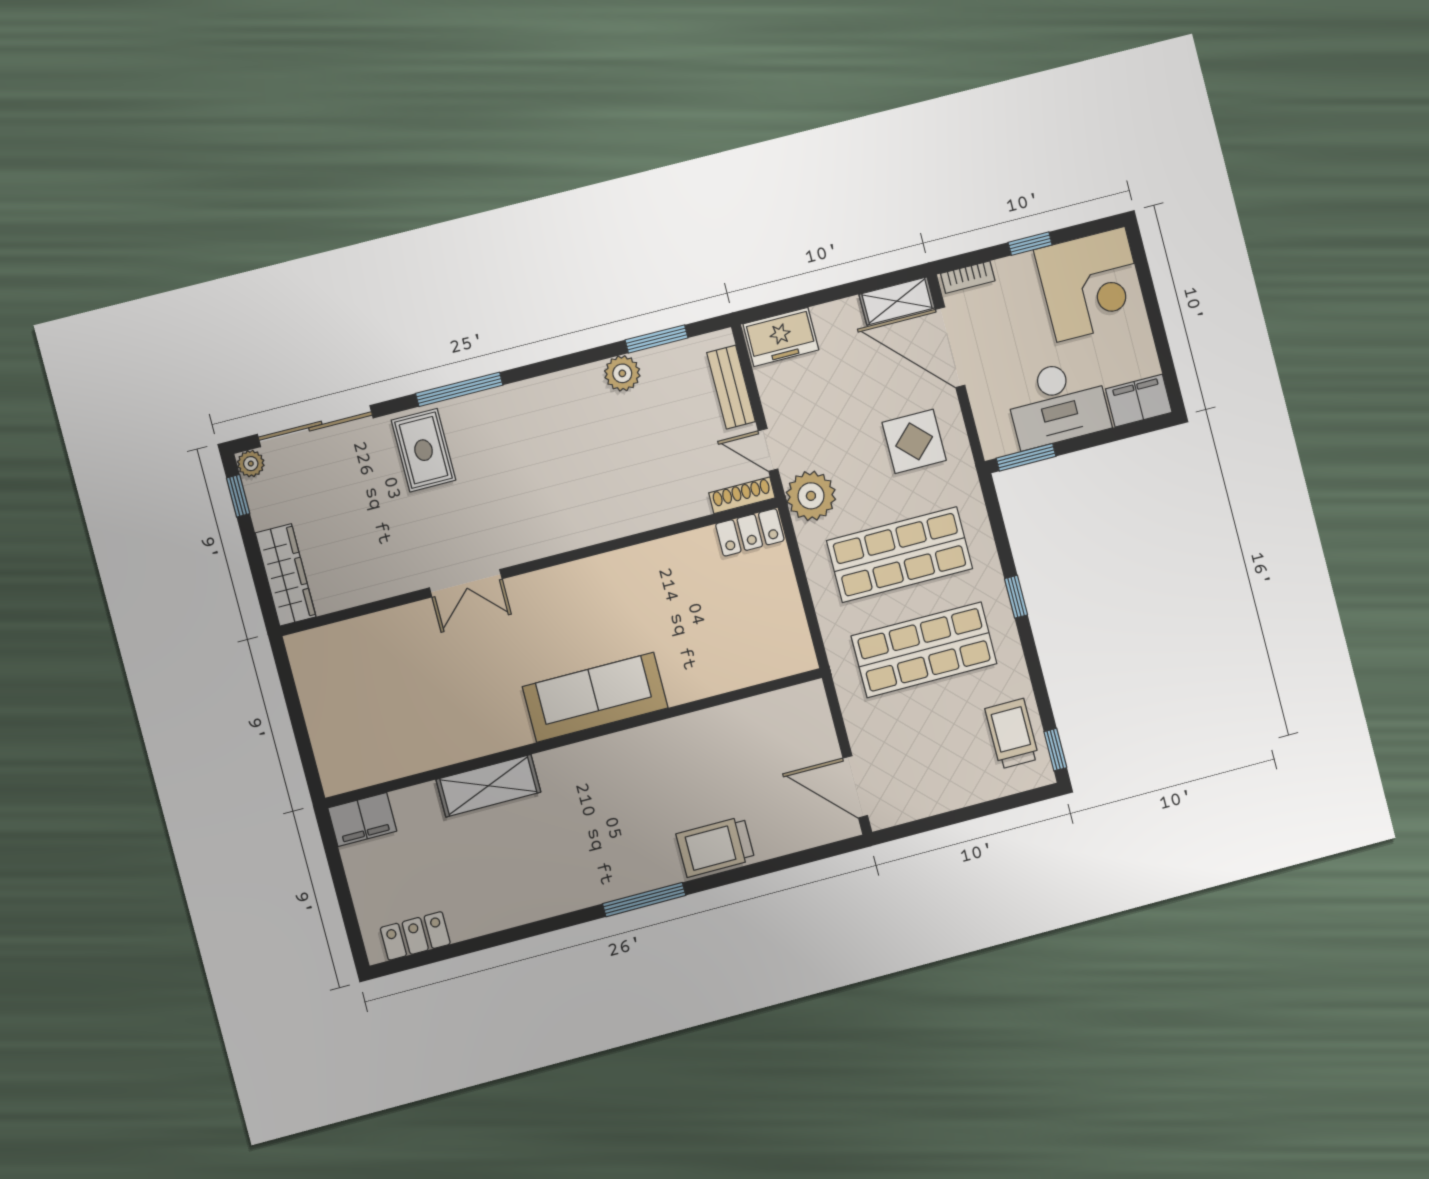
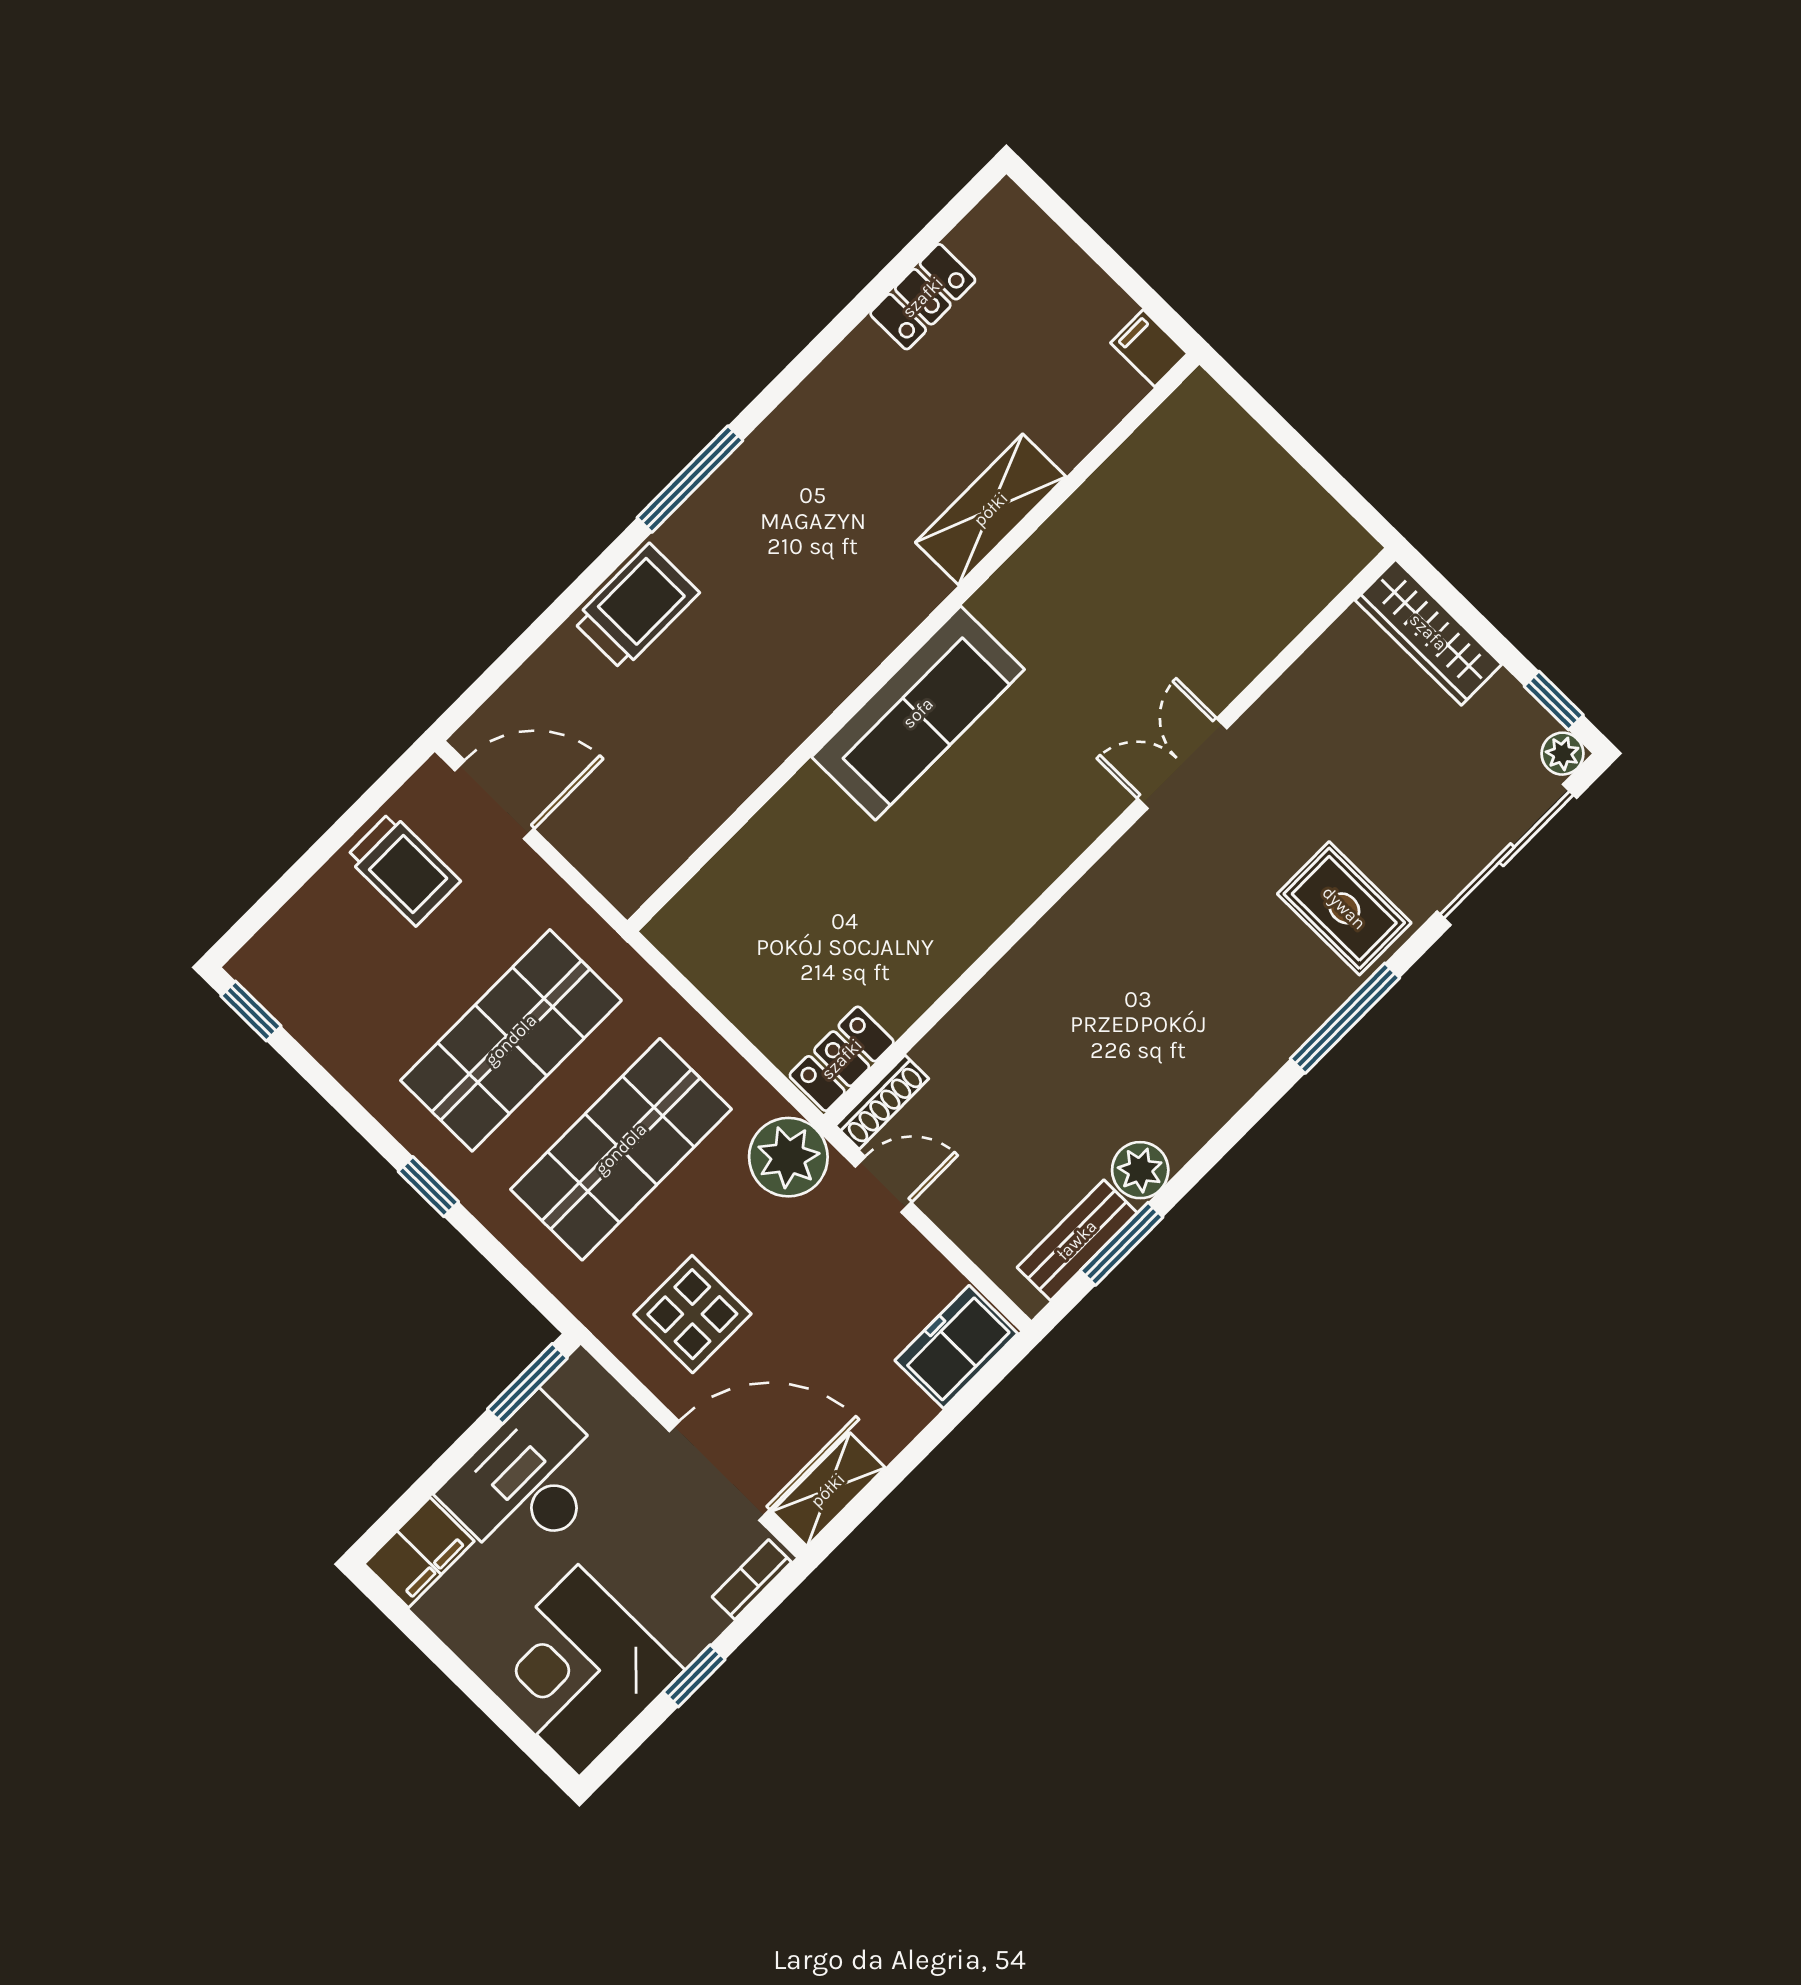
bench: (731, 387) -> (1077, 1240), moved, turned 90
trolley: (1012, 734) -> (403, 869), moved
filing cabinet: (362, 819) -> (1149, 348), width x0.50
locker: (415, 936) -> (923, 297), moved

